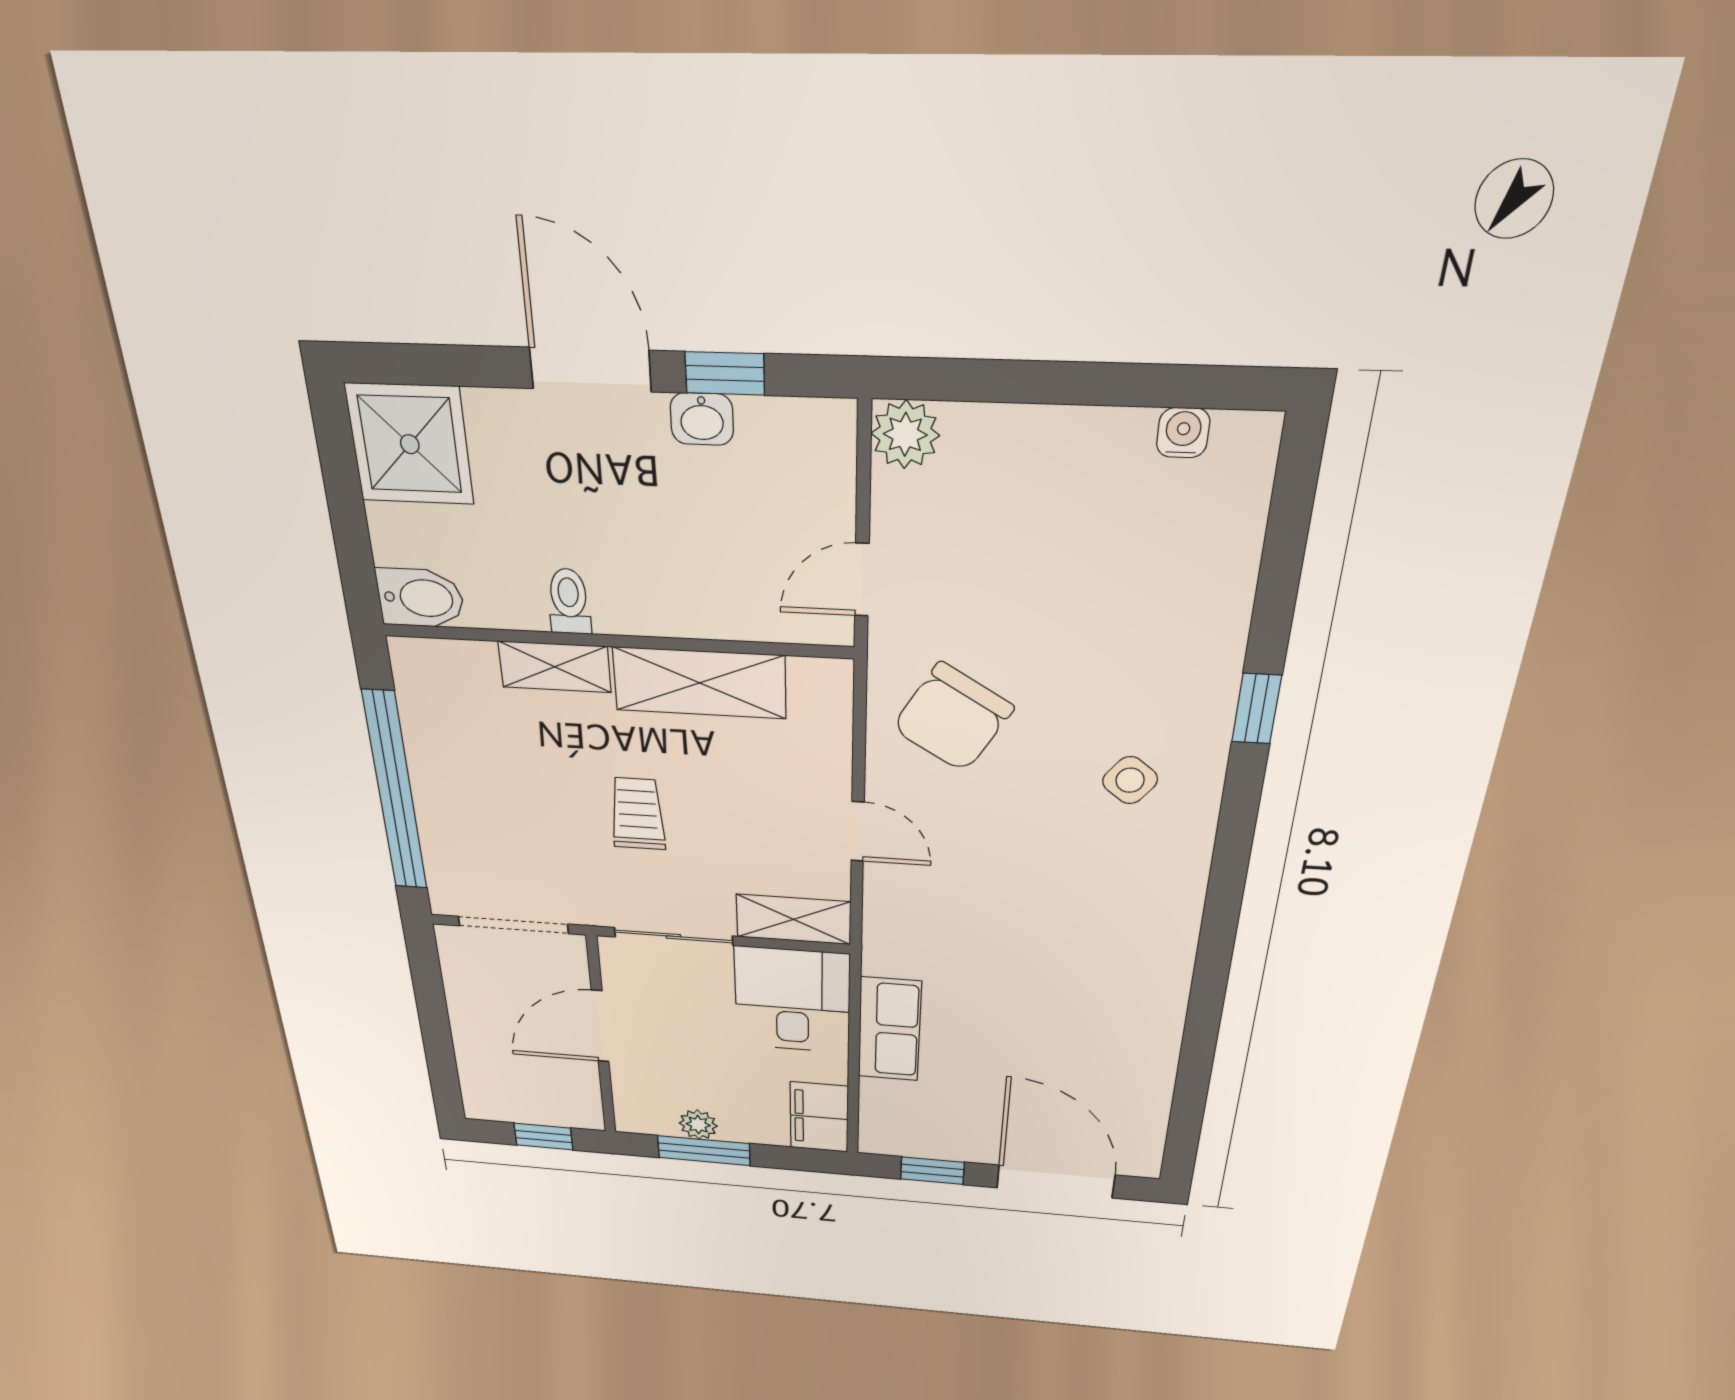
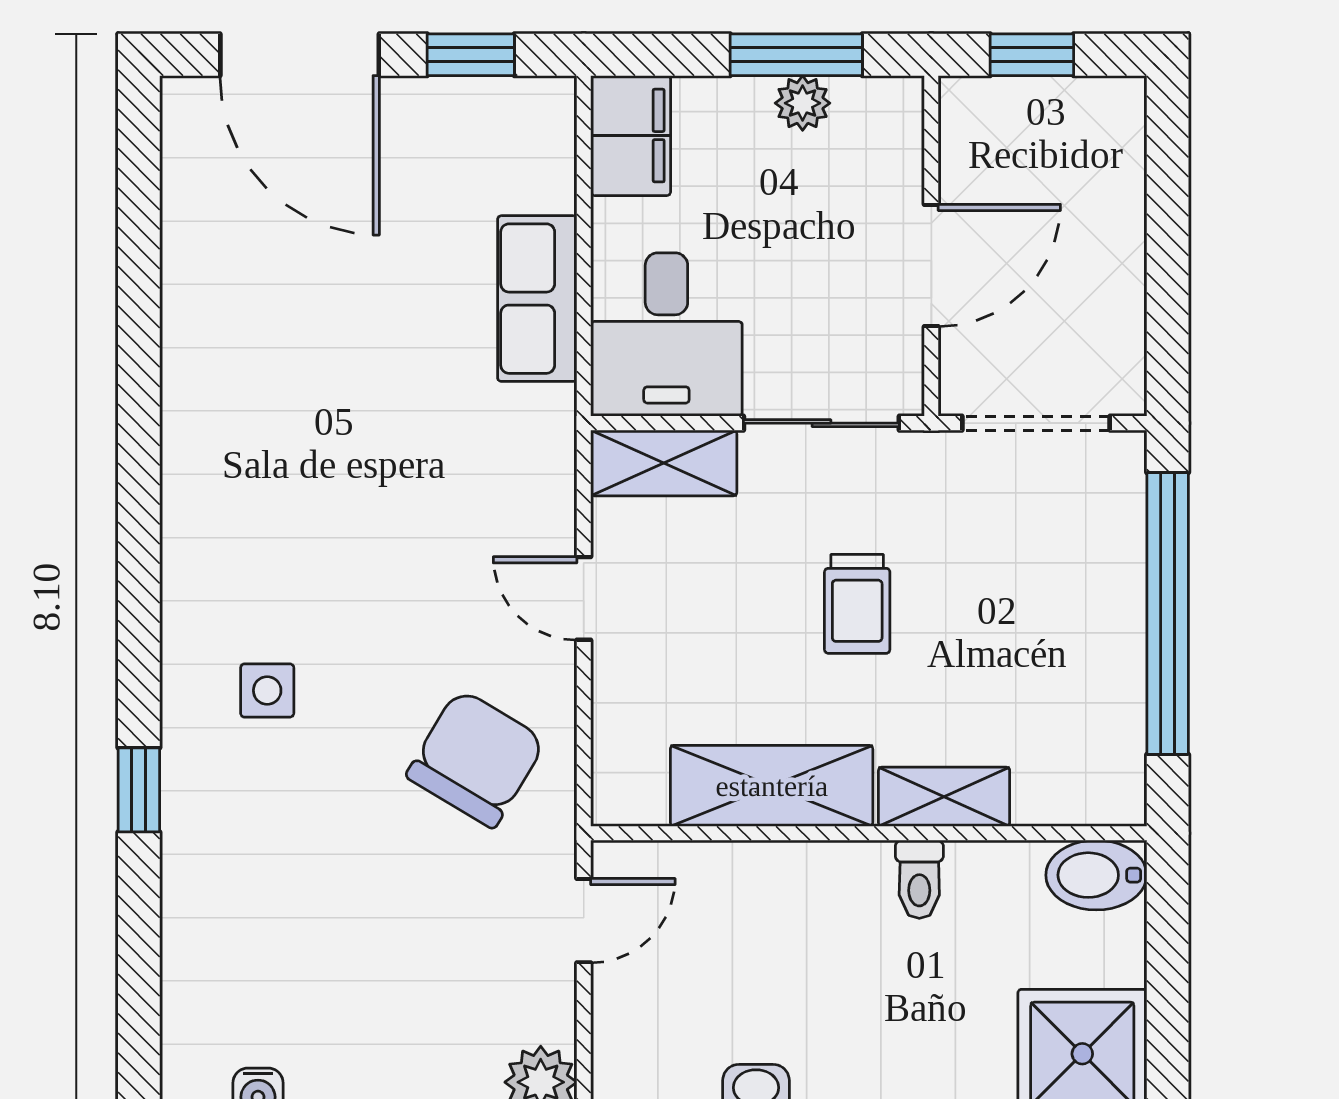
side table: (1130, 780) -> (267, 690), turned -38

